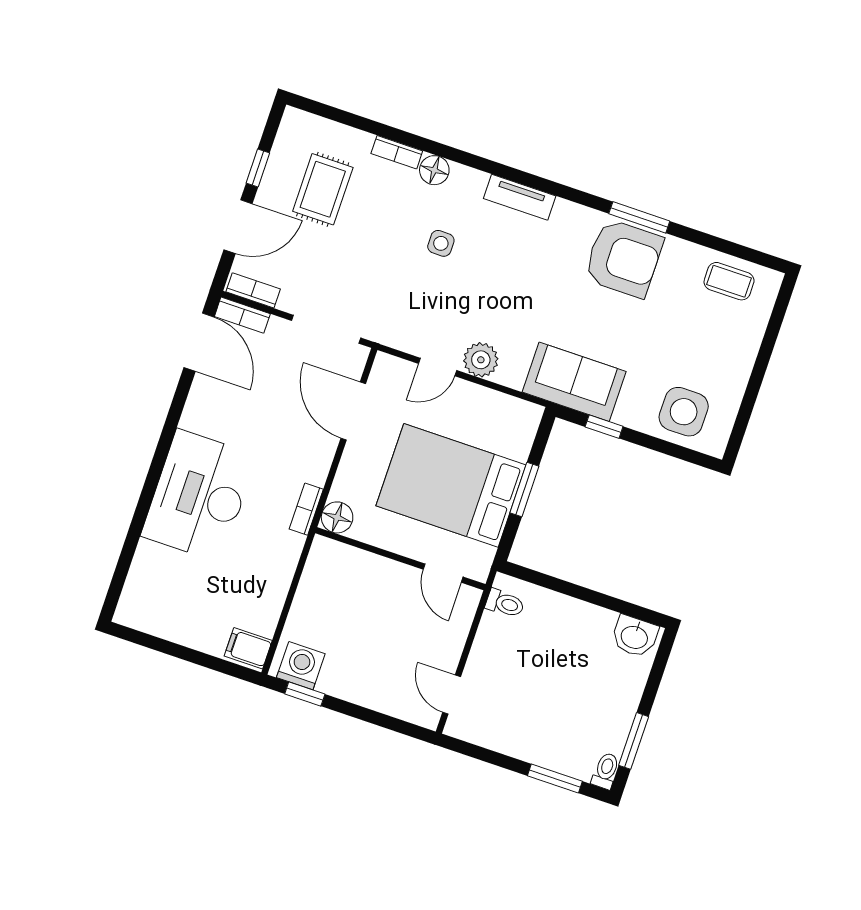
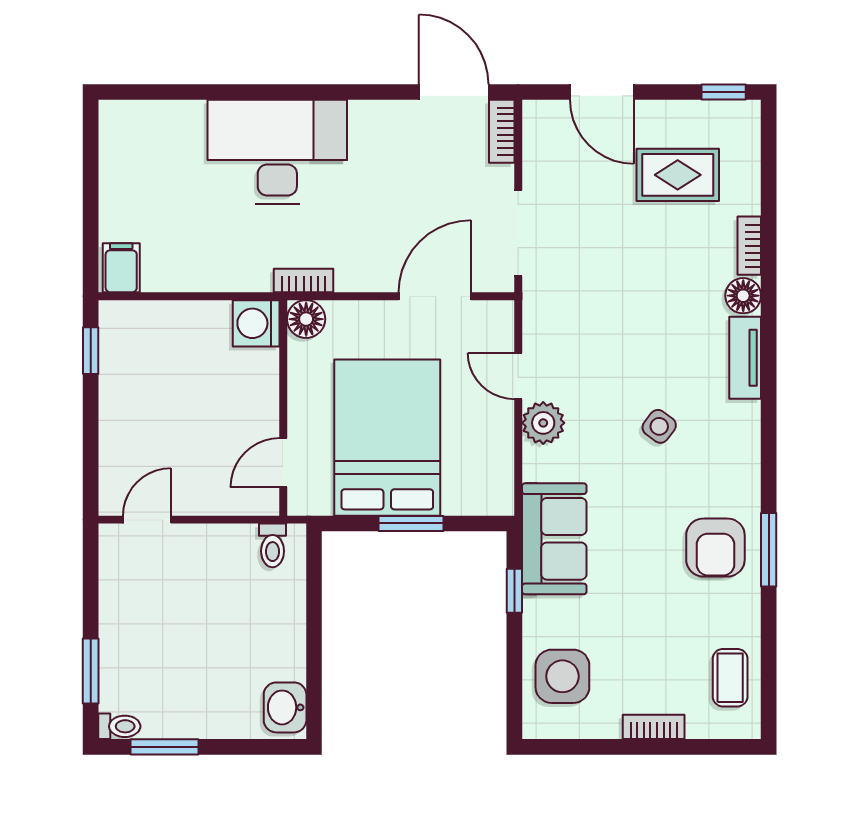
window: (258, 168) -> (724, 92), moved
tv unit: (520, 197) -> (745, 358), moved
side table: (441, 243) -> (659, 426), moved, turned 37
armchair: (624, 258) -> (715, 548), width x0.73, depth x0.73
bookcase: (253, 290) -> (654, 727), moved, turned -90
door: (199, 342) -> (454, 92), swing flipped
washing machine: (301, 666) -> (256, 323), moved, turned 180

